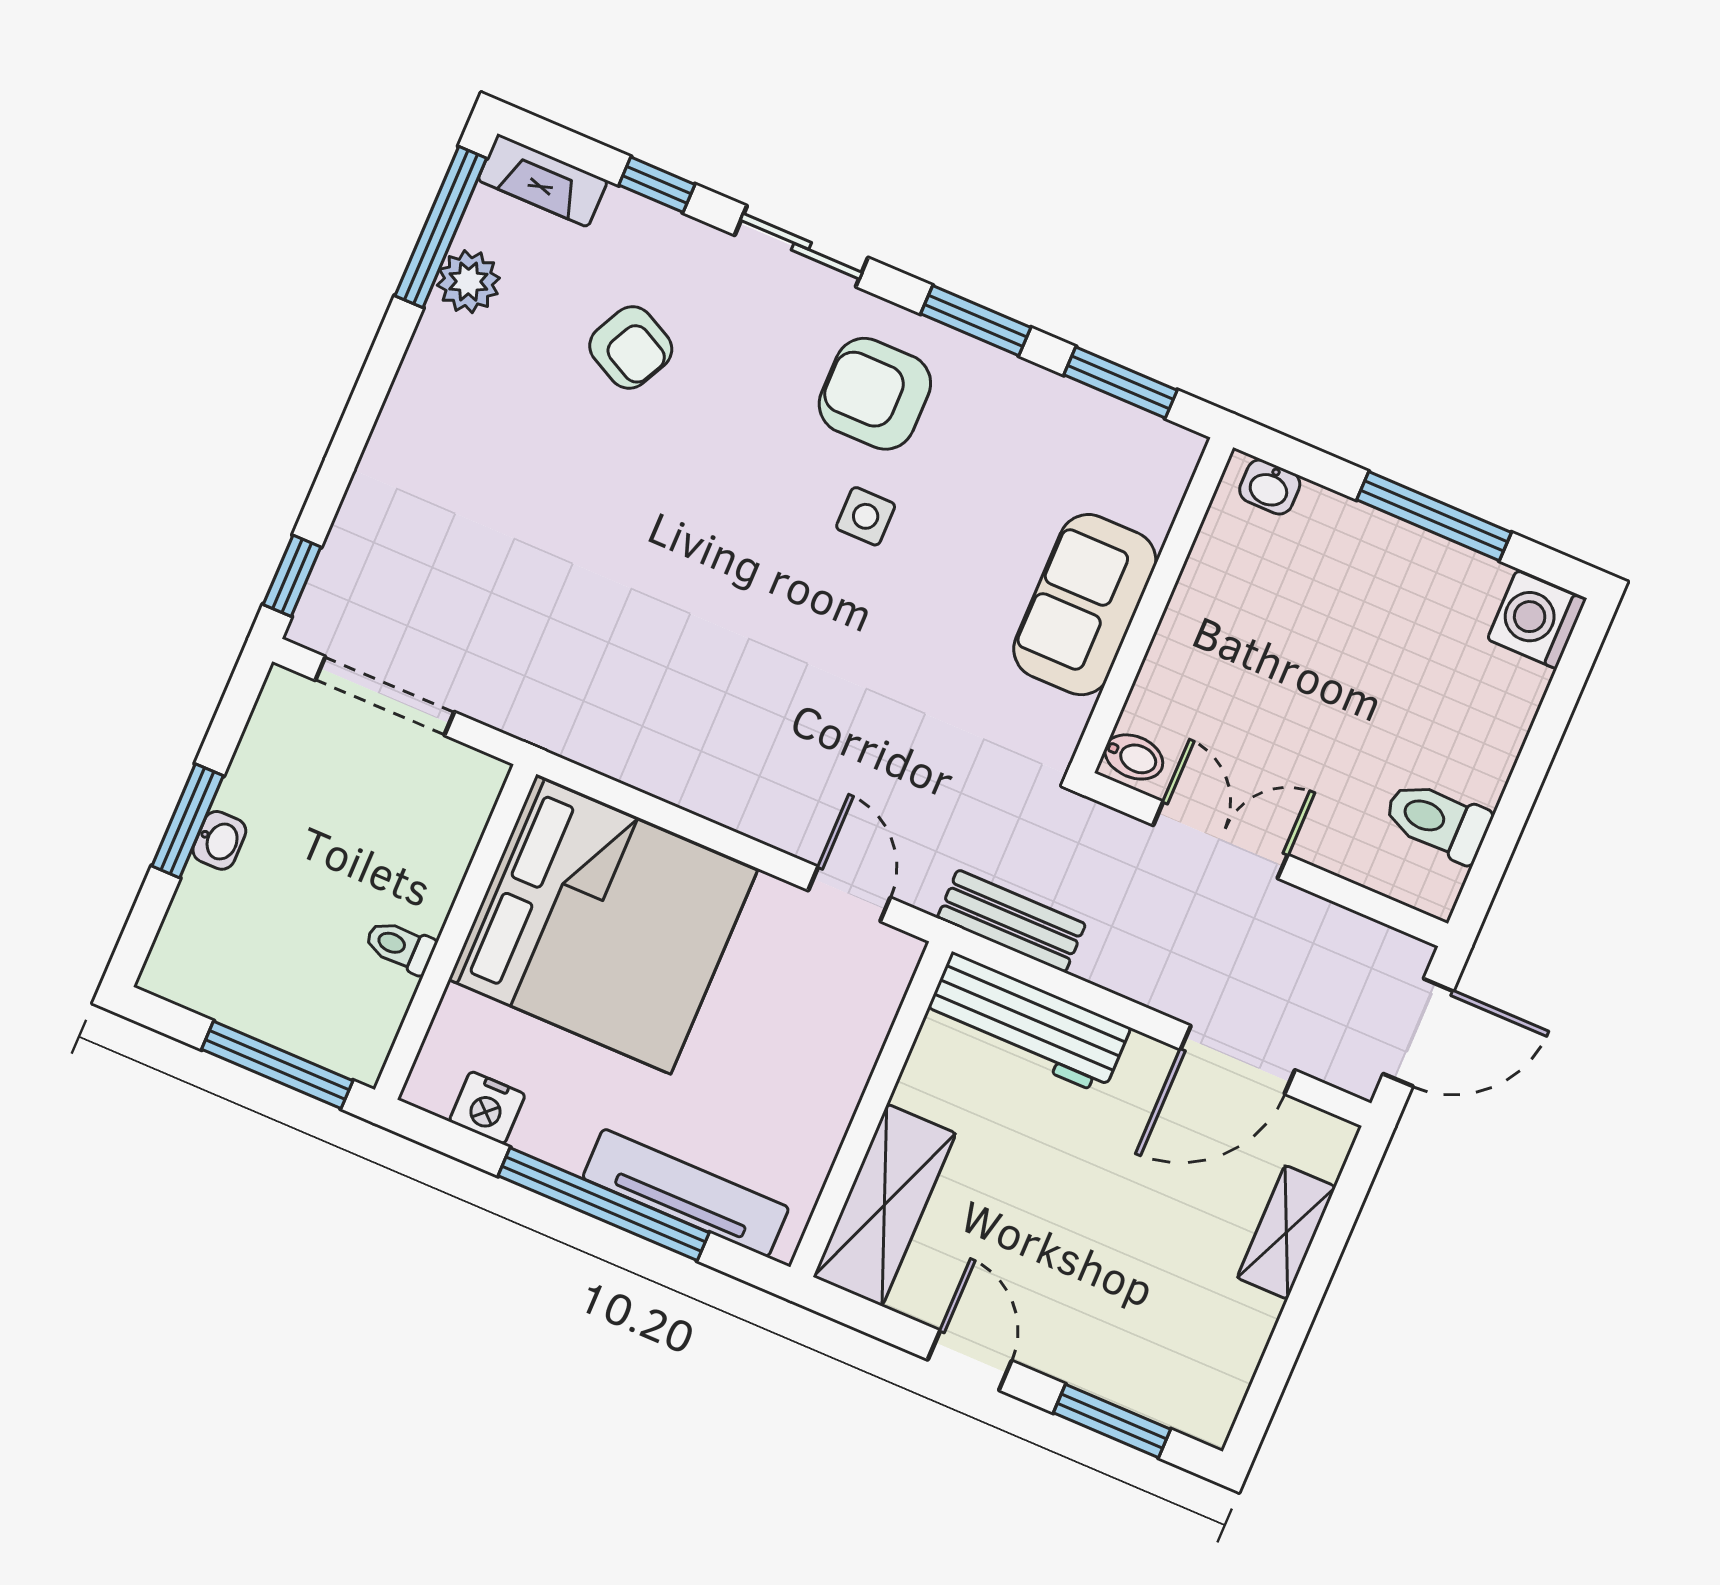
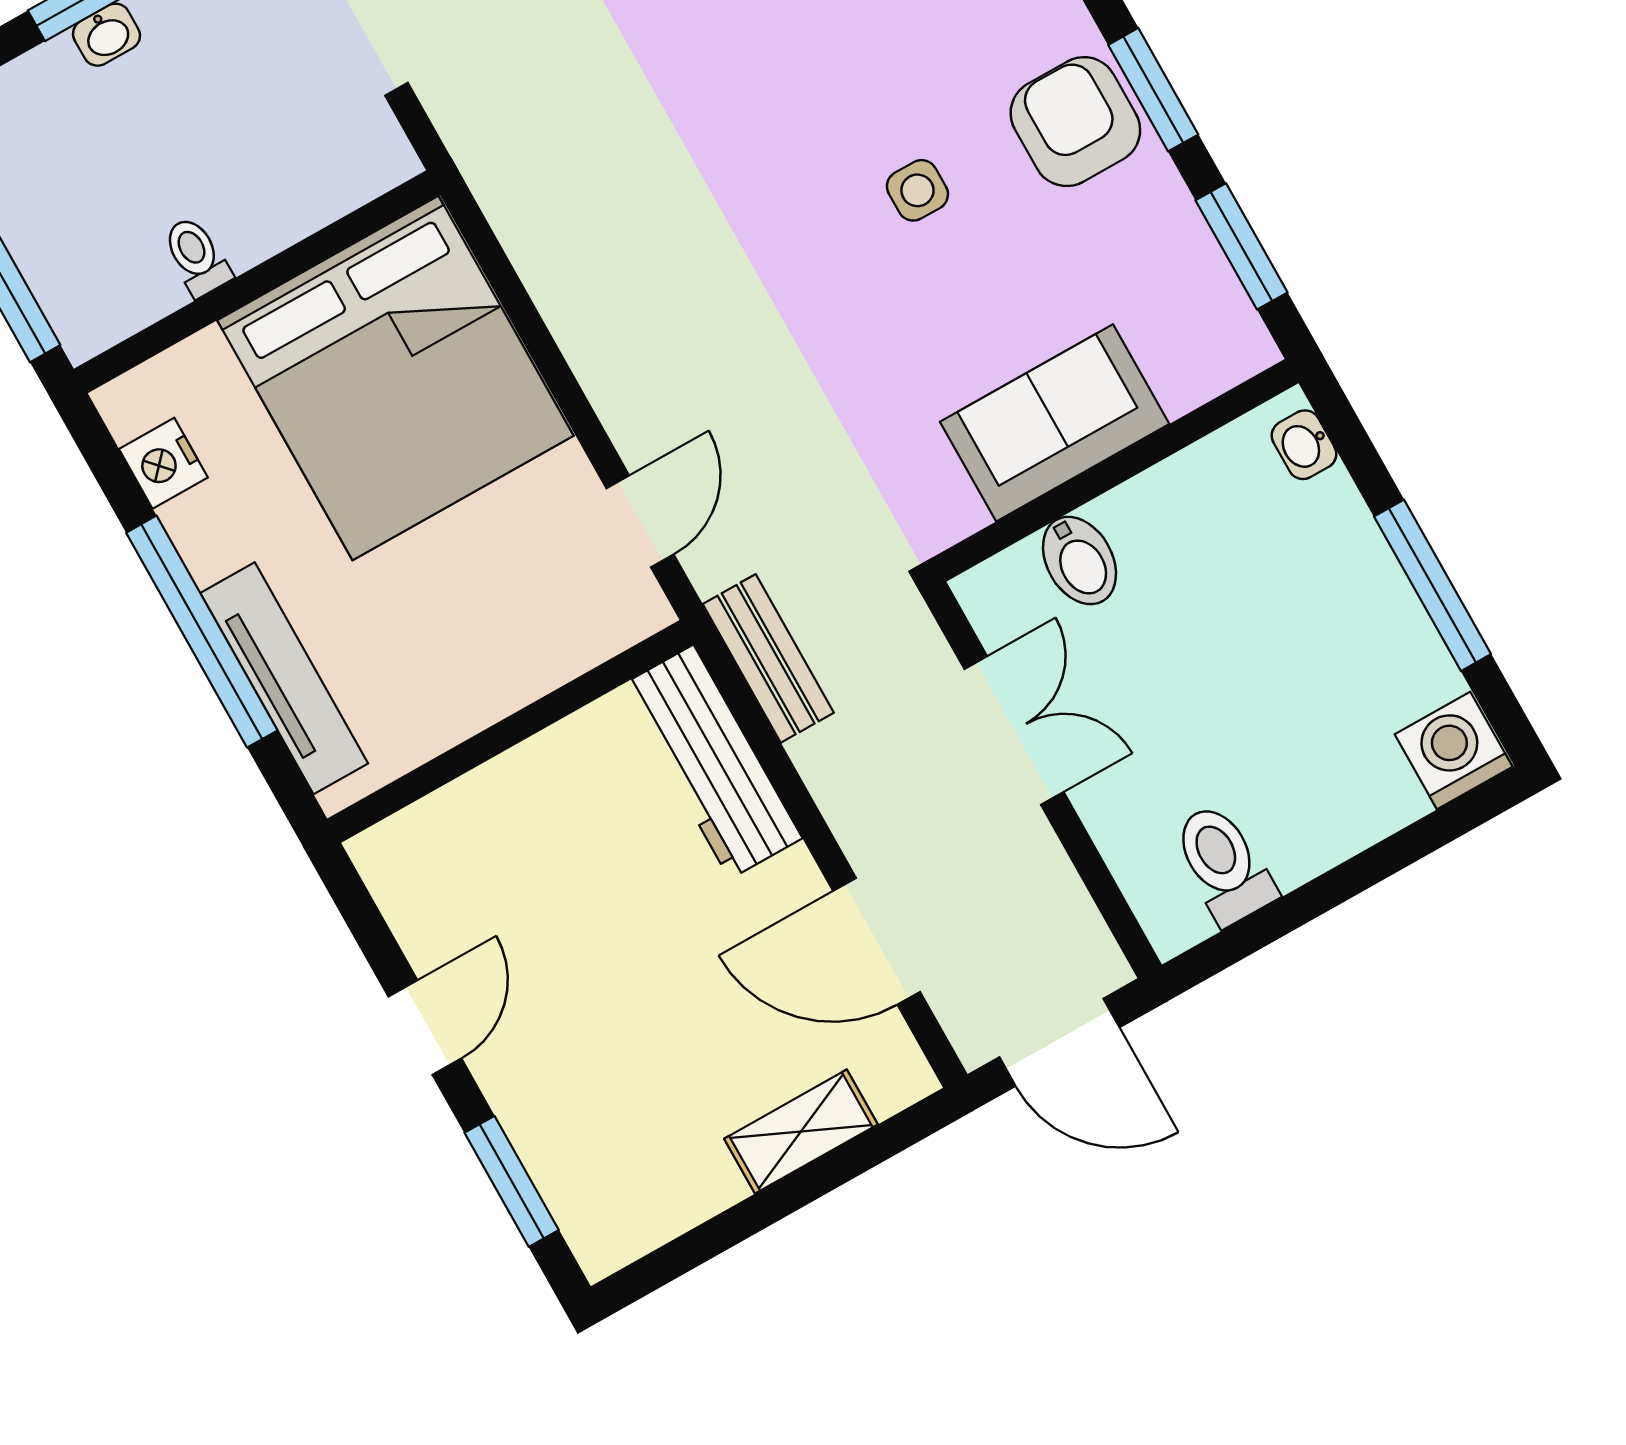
armchair: (875, 394) -> (1075, 122), moved
bidet: (1134, 757) -> (1079, 560), moved, width x1.38, depth x1.36
shelving: (885, 1205) -> (456, 827), removed

